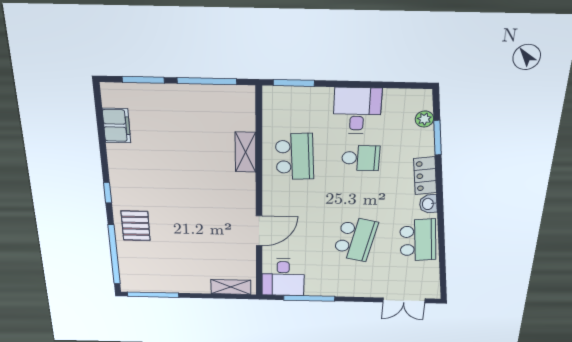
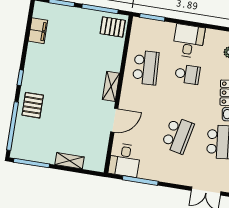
pallet: (233, 105) -> (113, 27), added
shelving: (246, 152) -> (111, 86), moved
shelving: (231, 287) -> (69, 161), moved

